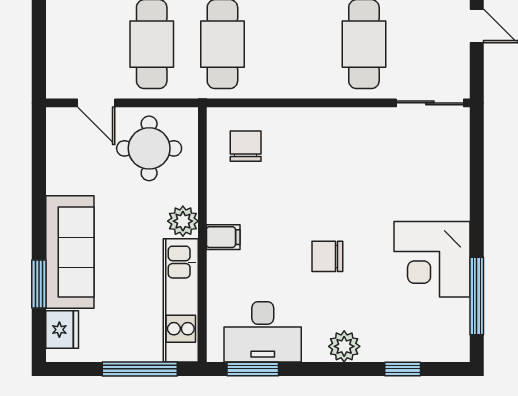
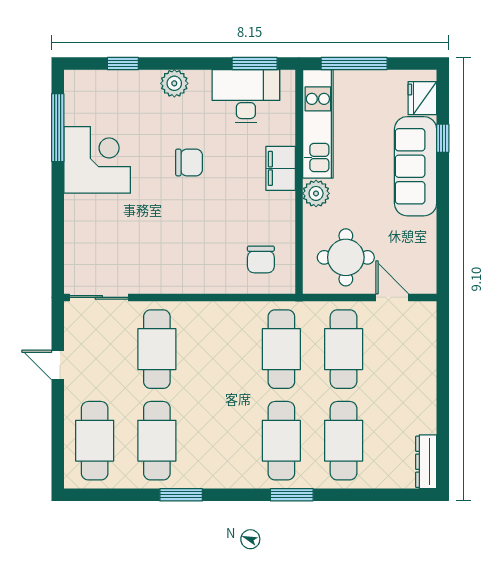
filing cabinet: (223, 237) -> (281, 168), width x2.00
window: (39, 284) -> (443, 138), width x0.67

